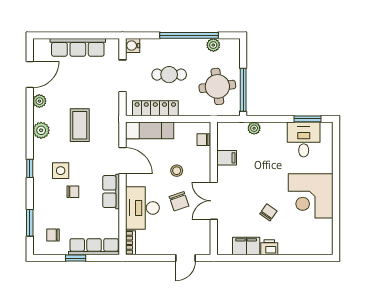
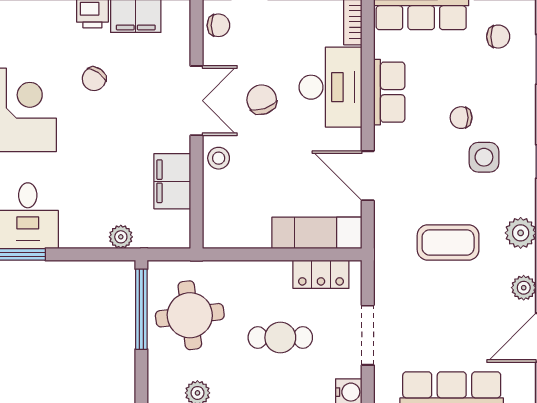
locker: (155, 108) -> (321, 274), width x0.66
coffee table: (80, 125) -> (448, 242), turned 90
chair: (203, 140) -> (218, 25), moved
filing cabinet: (227, 158) -> (172, 181), width x2.00
stool: (177, 171) -> (219, 158), moved
row of seats: (111, 192) -> (389, 92), moved

